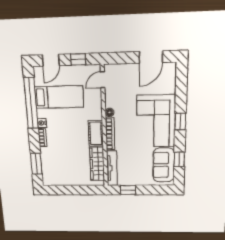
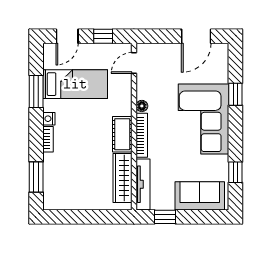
window: (31, 103) -> (36, 91), width x0.47
window: (180, 122) -> (235, 94), moved
sofa: (164, 165) -> (200, 196), moved, turned 90

